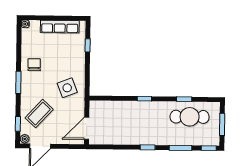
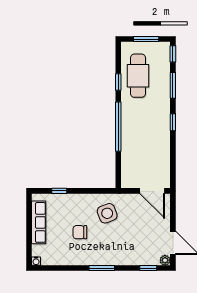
chair: (34, 65) -> (80, 232), moved
window: (144, 99) -> (118, 127), width x3.17
coffee table: (39, 114) -> (136, 244), removed

